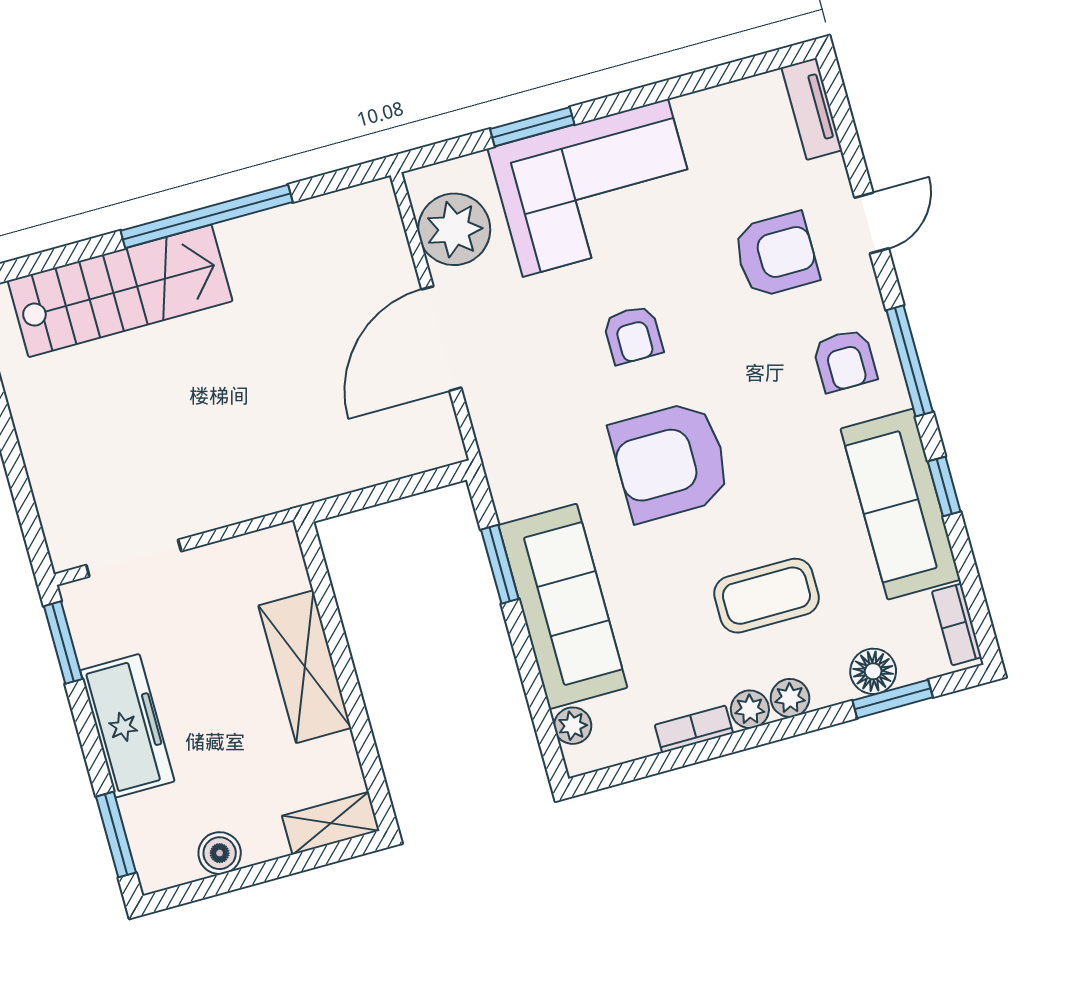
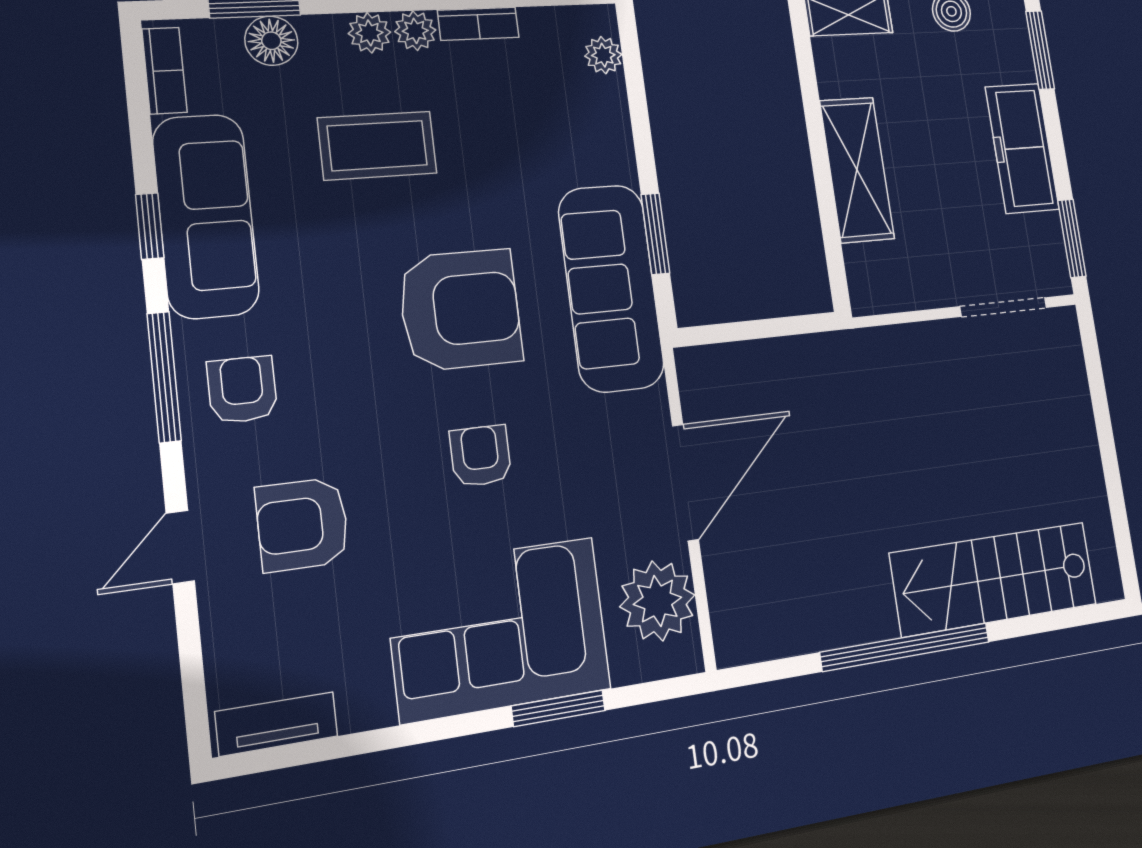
tv unit: (812, 109) -> (277, 724), moved, turned -90
sofa: (563, 606) -> (611, 288), moved

